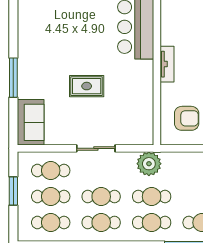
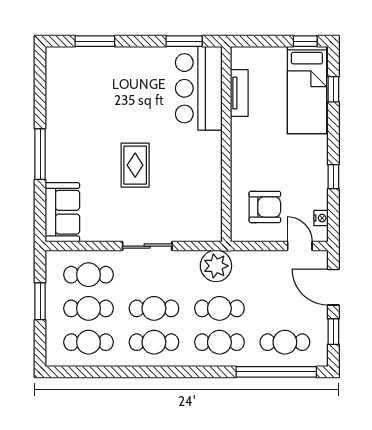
tv unit: (167, 64) -> (239, 93), moved
rug: (87, 86) -> (135, 165), turned 90

